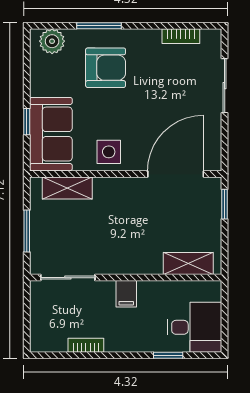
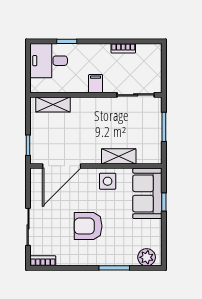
bookcase: (181, 36) -> (43, 261), moved
armchair: (106, 68) -> (88, 226), moved
shelving: (67, 188) -> (119, 156), moved

